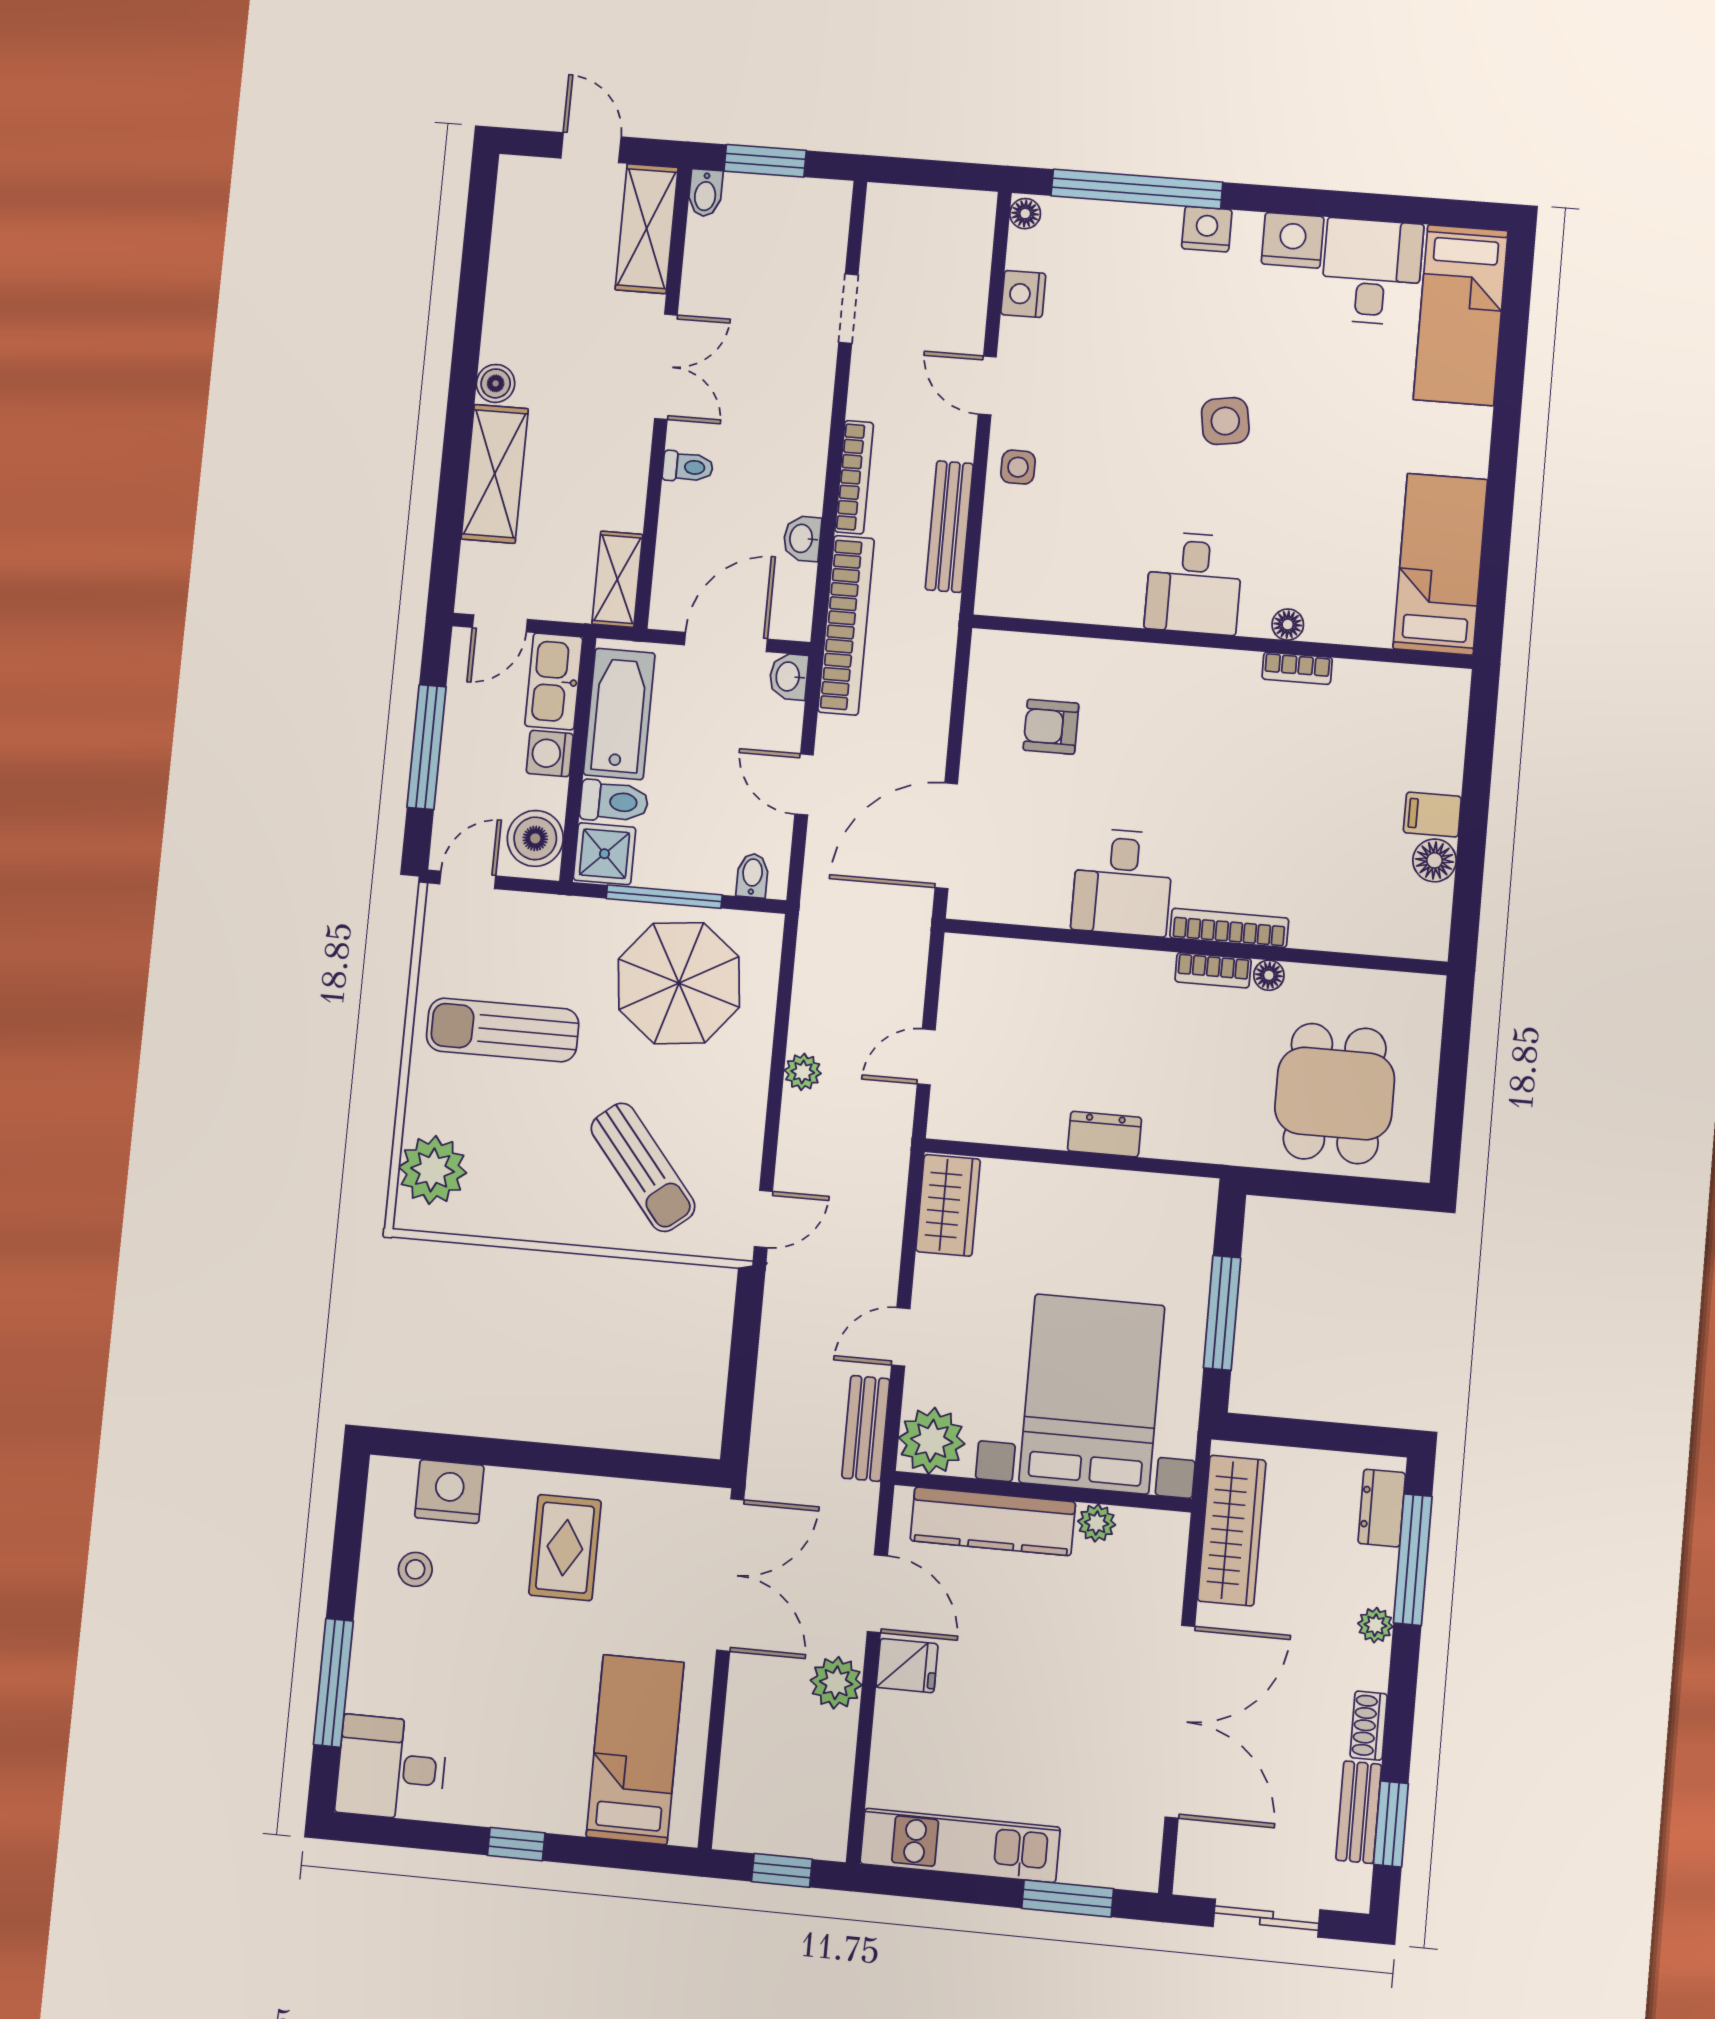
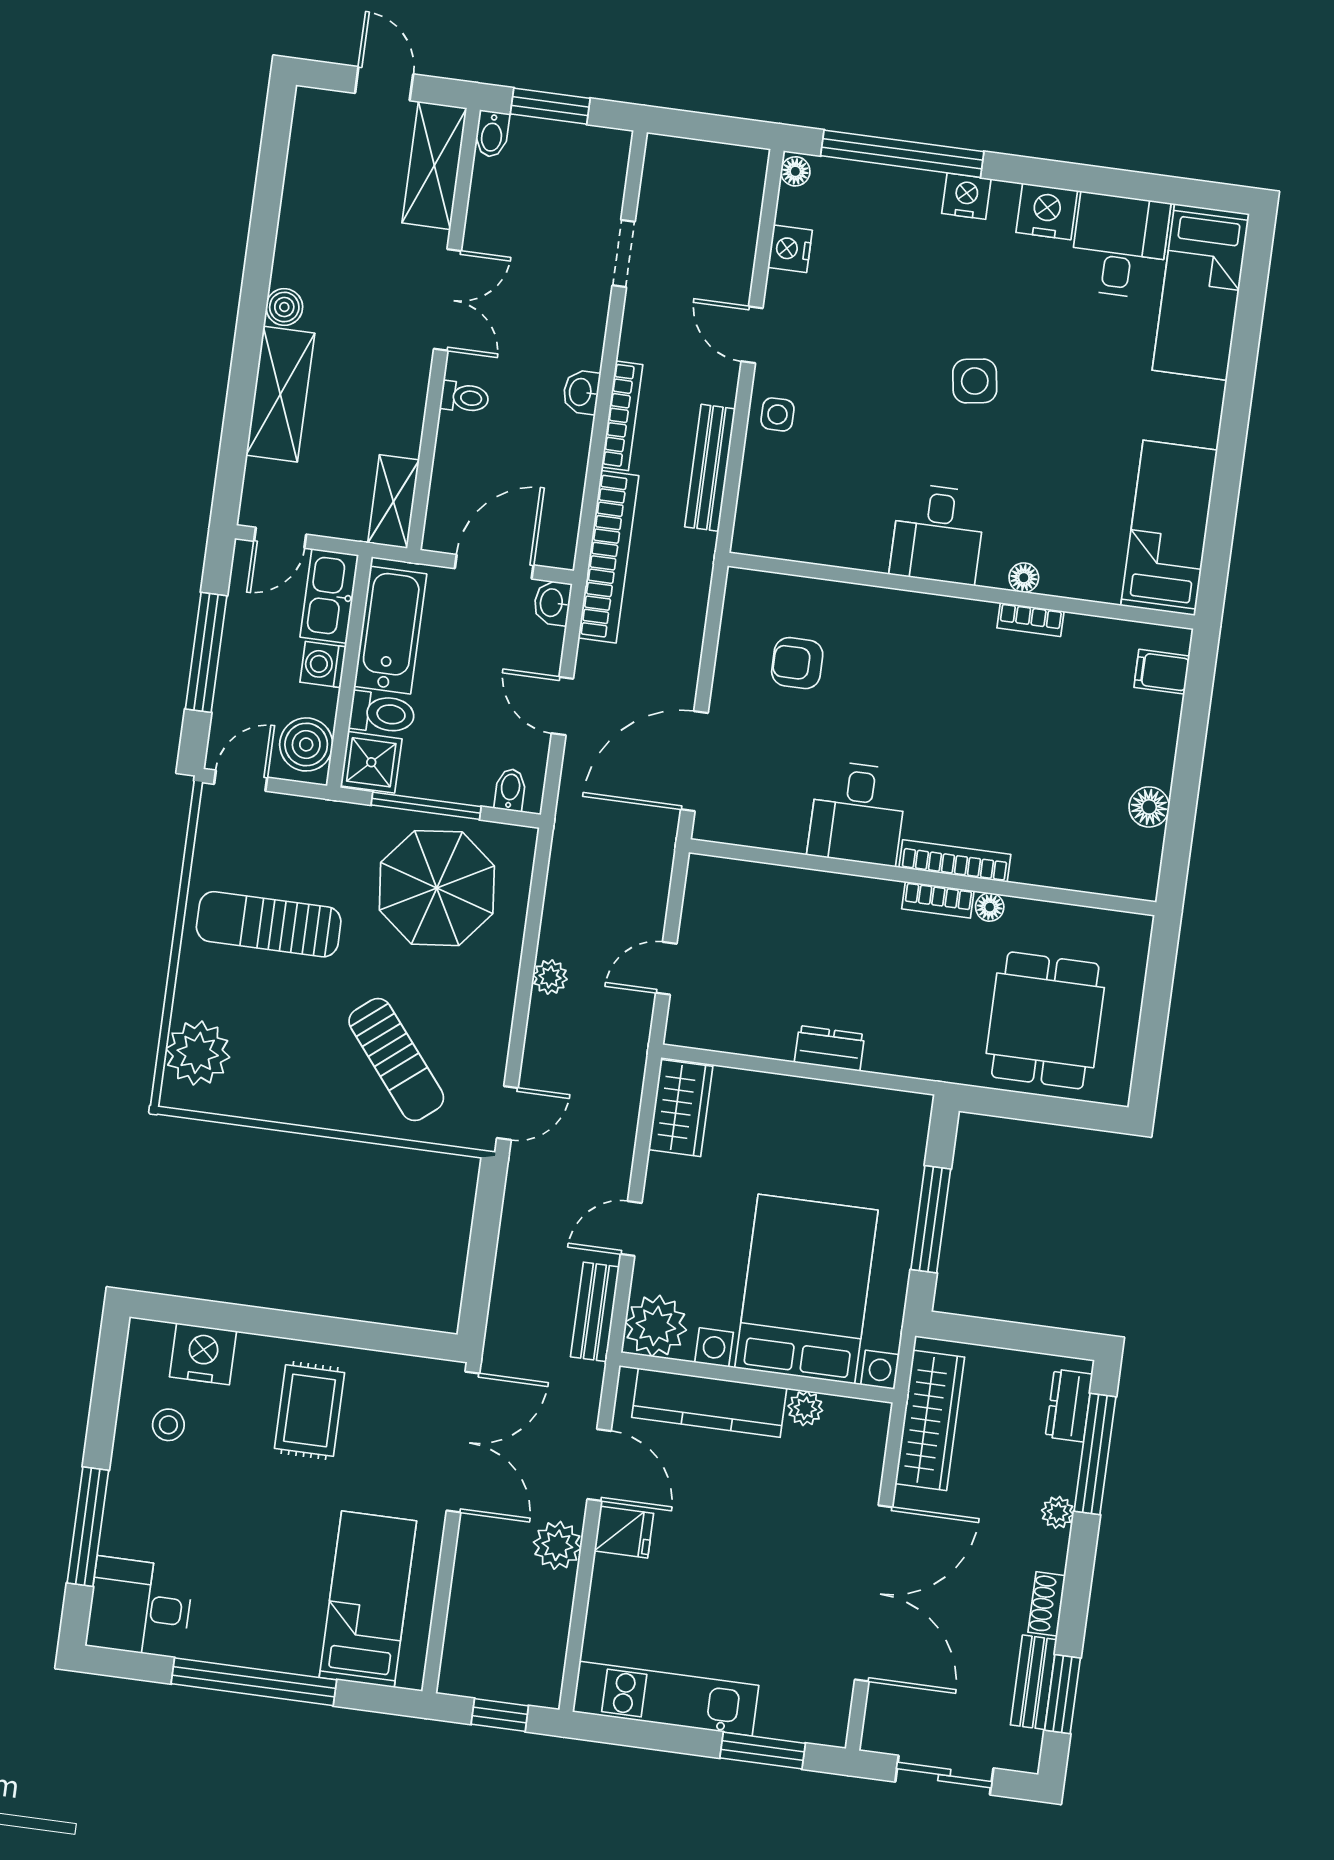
washbasin: (802, 538) -> (581, 392), moved
filing cabinet: (1432, 815) -> (1162, 672), moved
window: (516, 1844) -> (254, 1682), width x3.17

